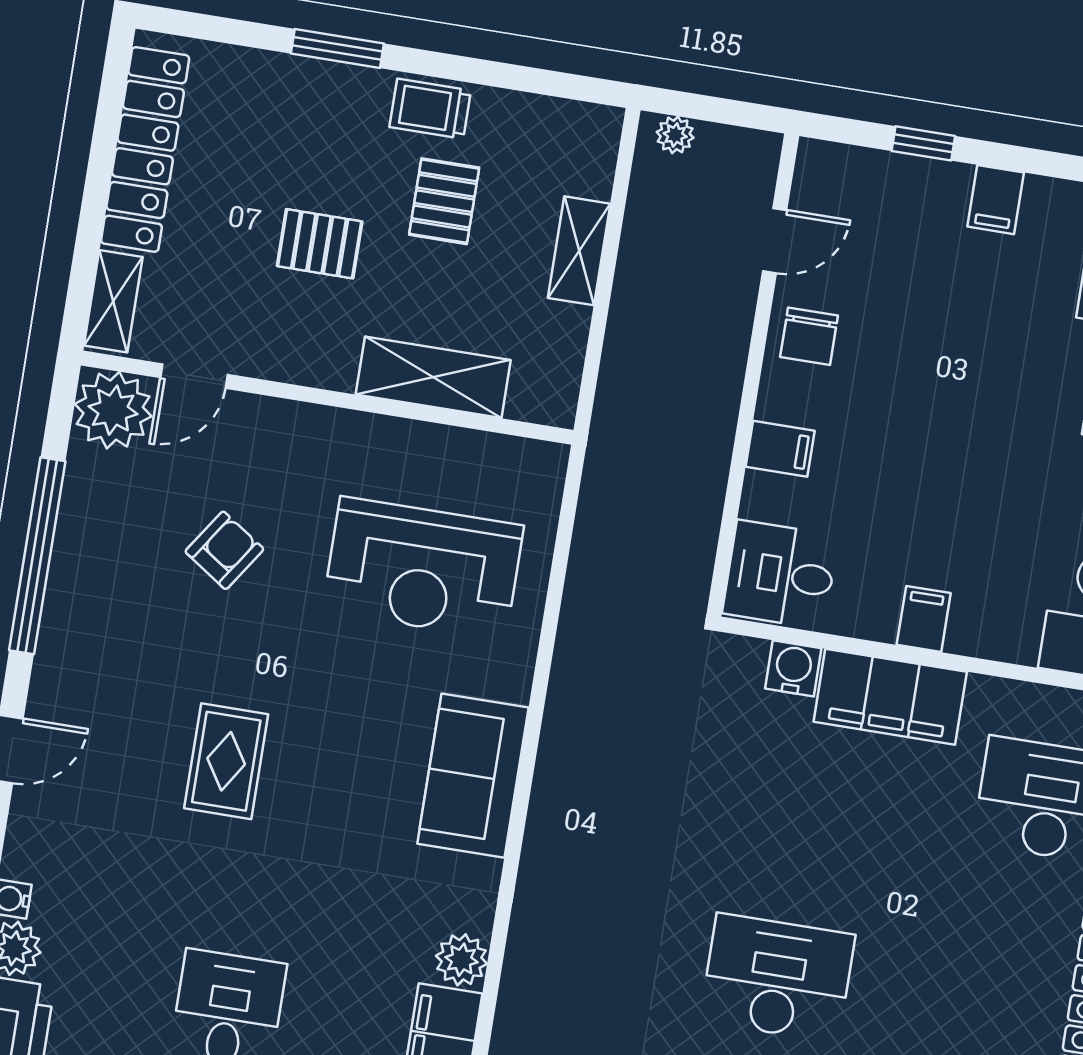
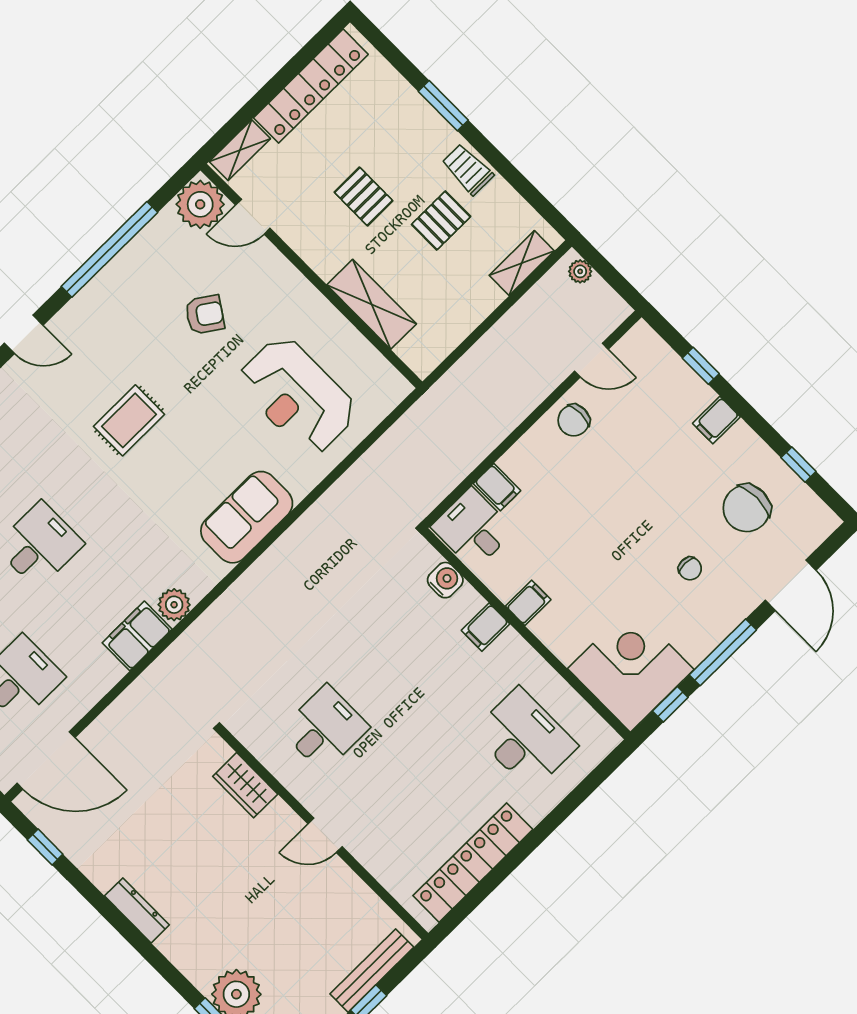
shelving: (579, 251) -> (522, 263), moved
filing cabinet: (780, 449) -> (497, 487), moved
filing cabinet: (890, 697) -> (486, 627), width x0.33, depth x0.86
desk: (777, 978) -> (325, 729), width x0.73

